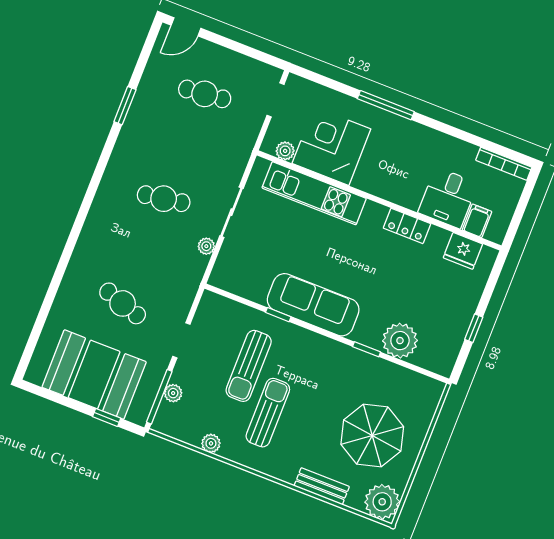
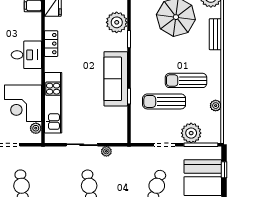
desk: (448, 198) -> (26, 55), moved
sun lounger: (249, 366) -> (164, 101), turned 180
plant: (173, 393) -> (191, 133), width x1.87, depth x1.87

